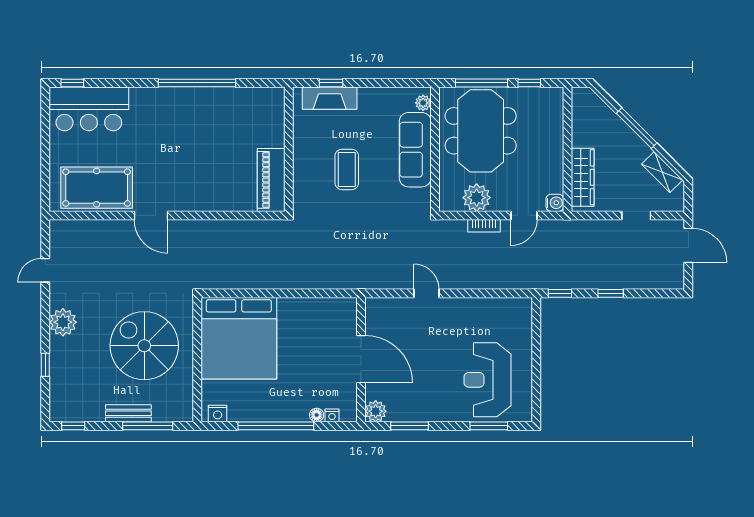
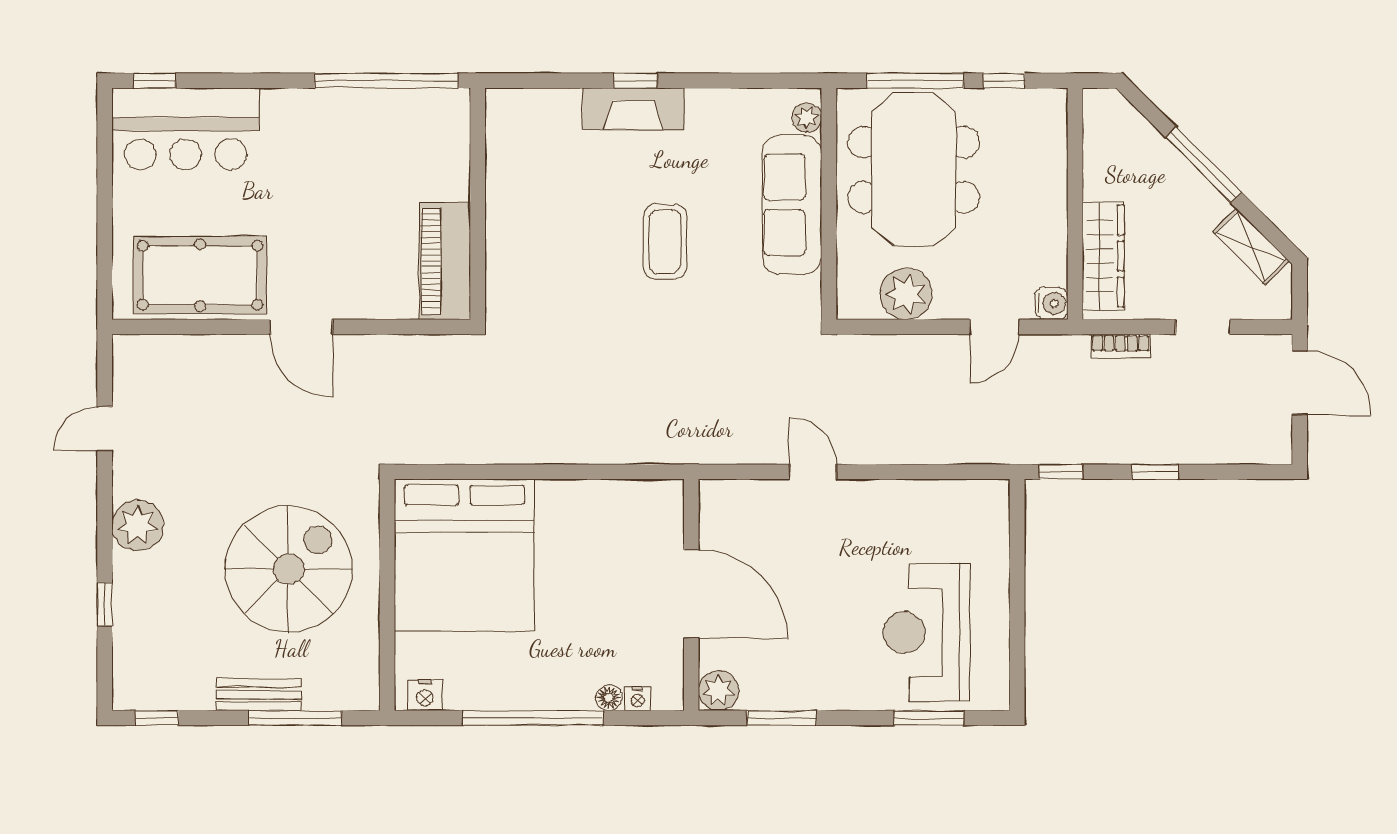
wall: (289, 149) -> (478, 204), moved
piano: (271, 180) -> (445, 261), moved
bookcase: (484, 226) -> (1121, 346), moved
spiral stairs: (144, 346) -> (289, 569), turned 90

